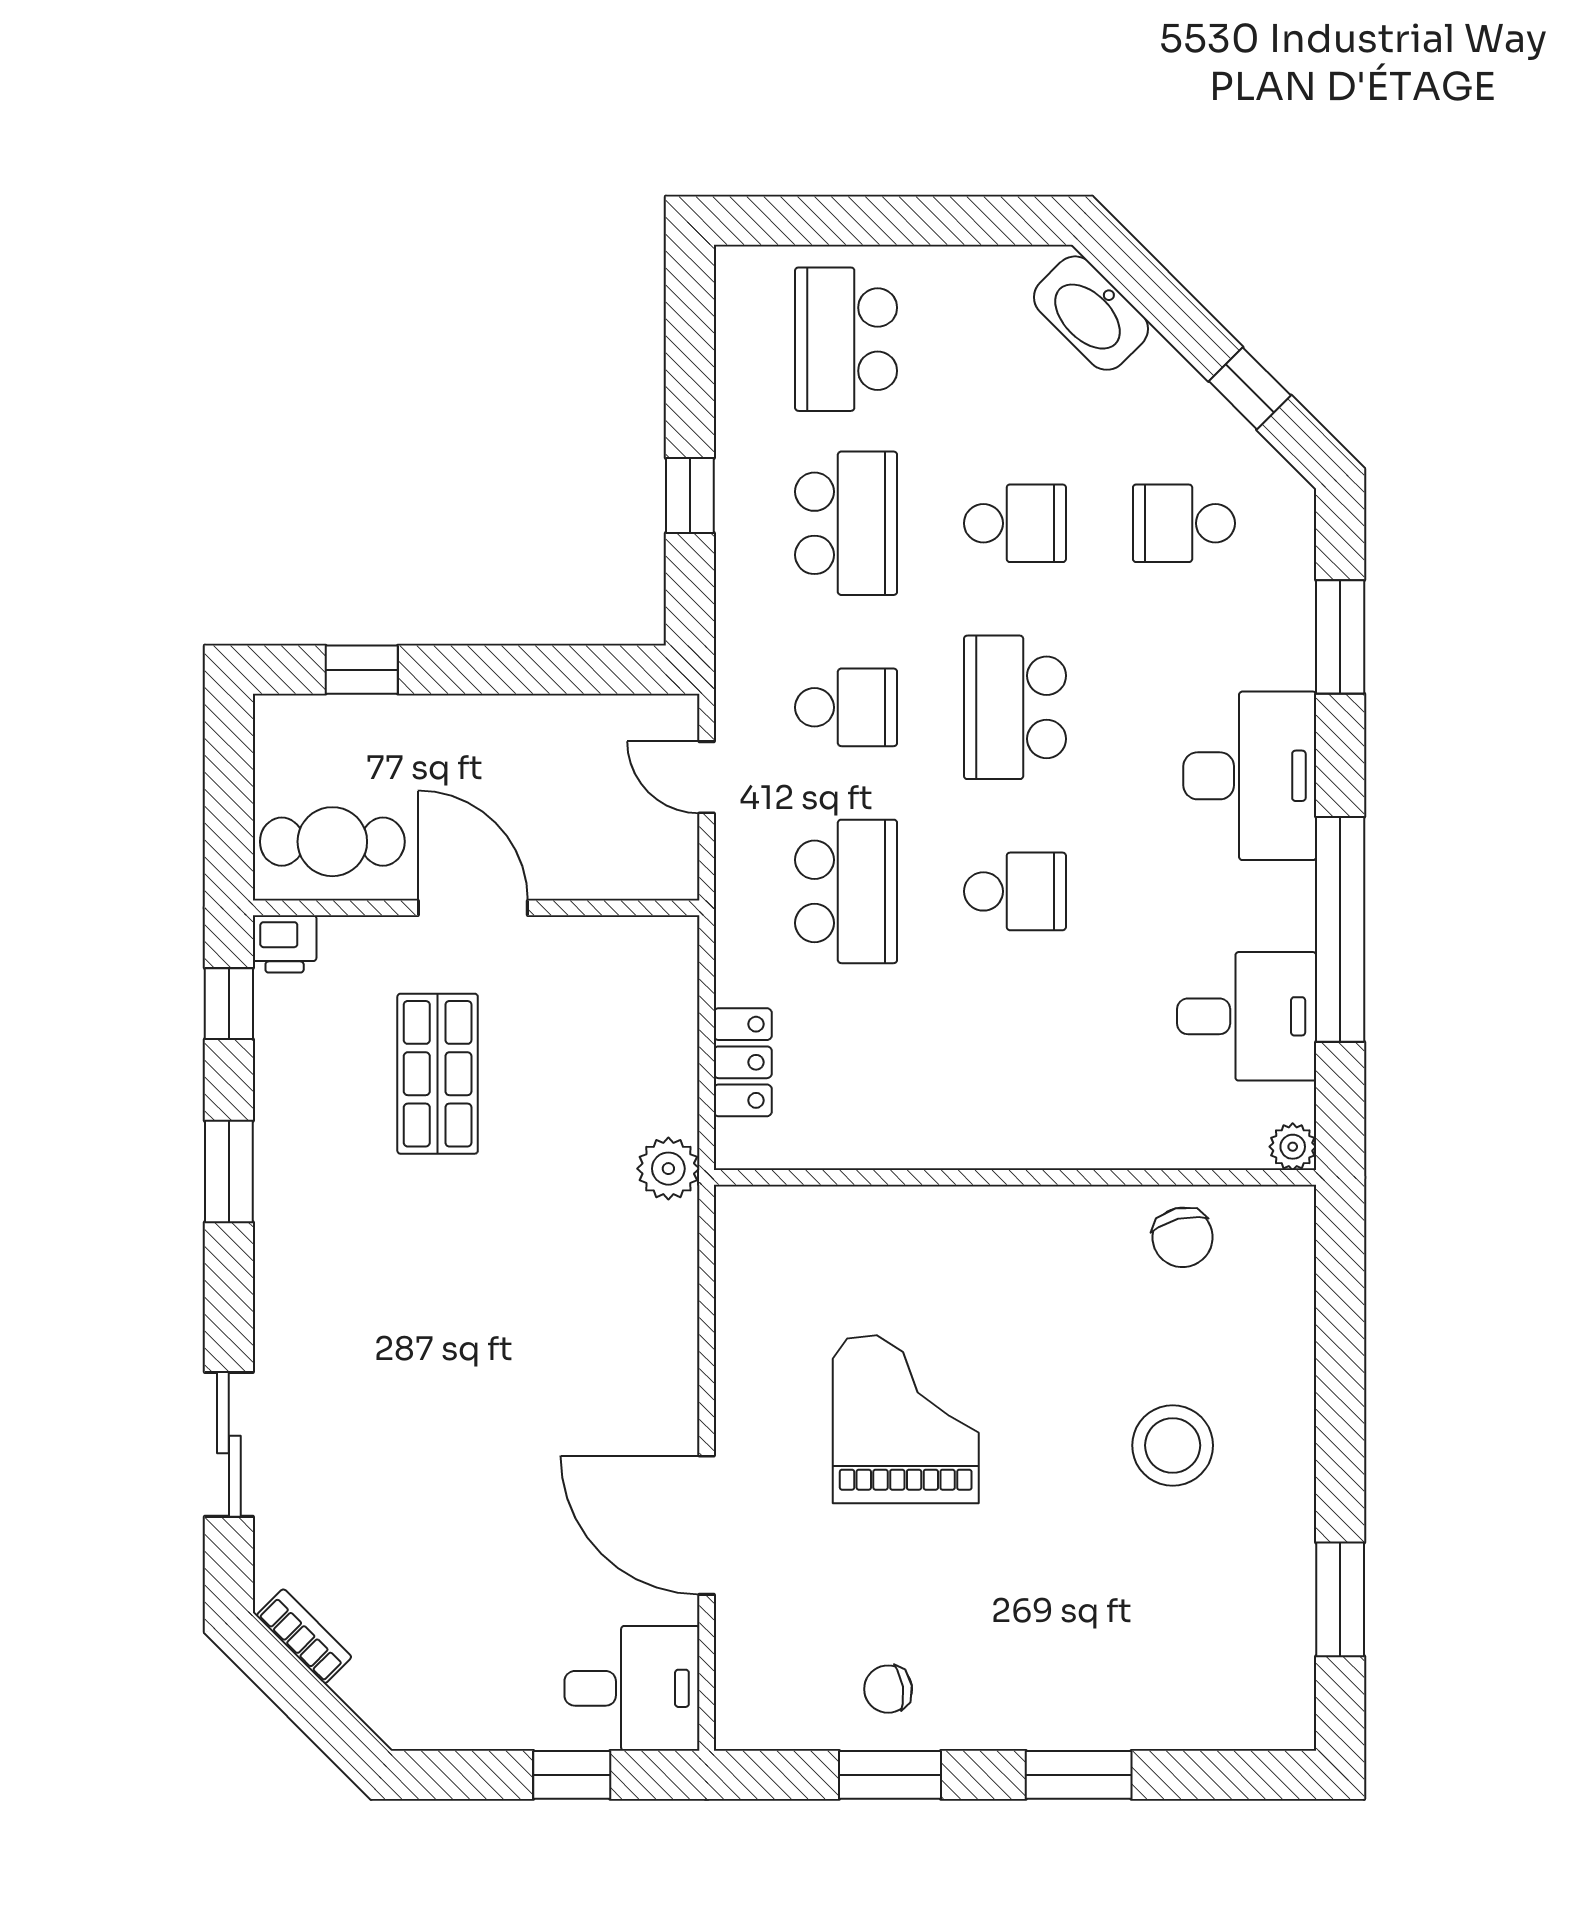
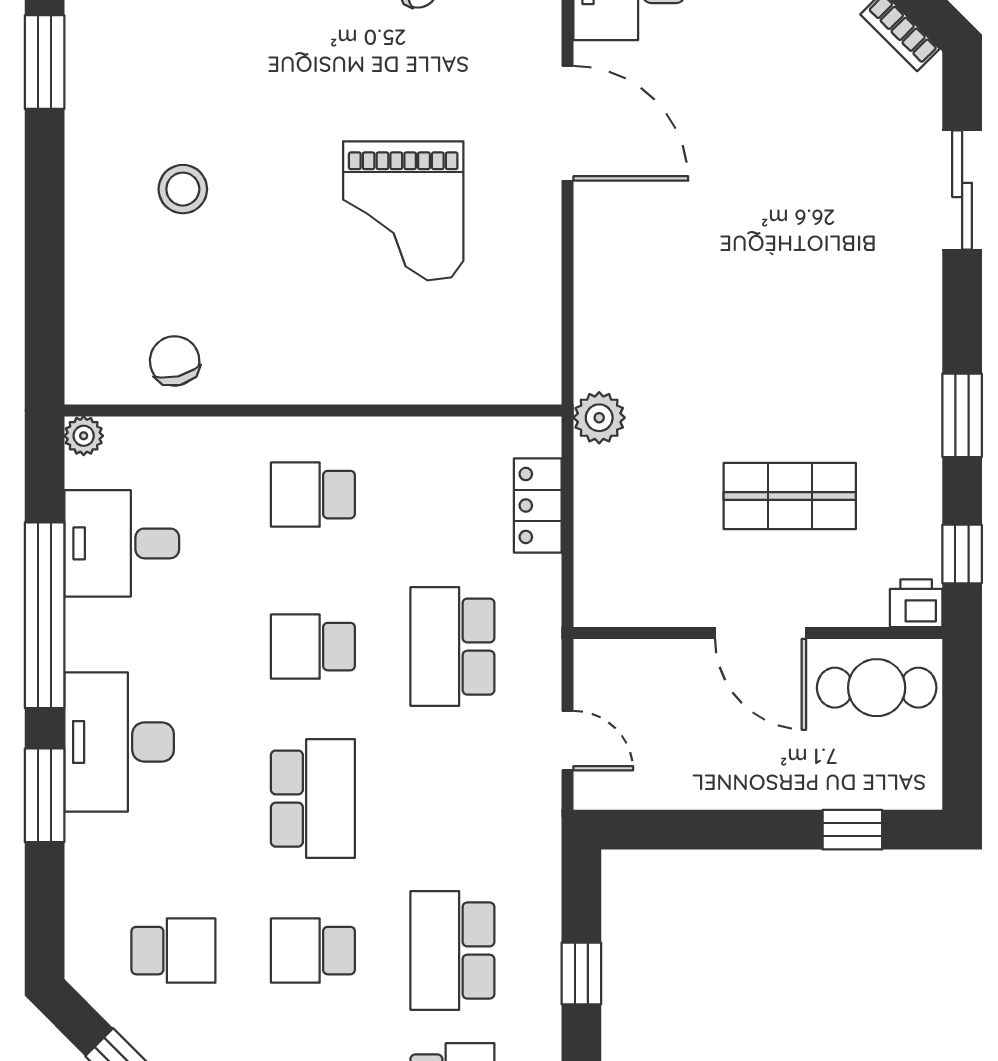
window: (1340, 637) -> (45, 795), moved
school desk: (846, 707) -> (313, 495), moved
shop shelf: (438, 1074) -> (790, 496), turned 90
stool: (1173, 1445) -> (183, 189), width x0.73, depth x0.73

